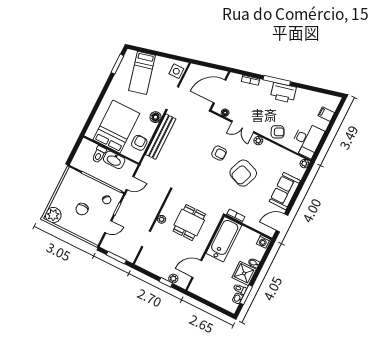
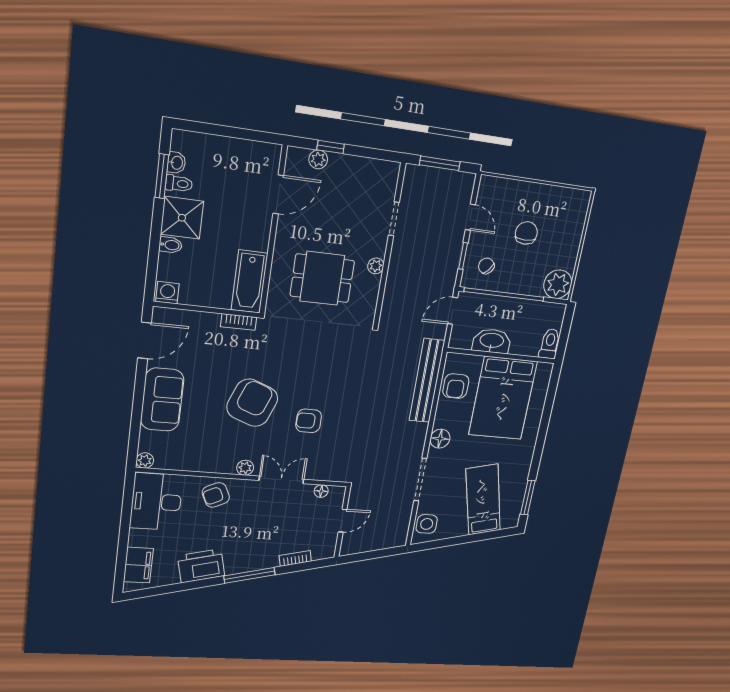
door: (220, 91) -> (343, 521), width x0.53
printer: (283, 93) -> (201, 566), moved
filing cabinet: (326, 114) -> (138, 565), width x2.00
bench: (161, 137) -> (427, 381), moved
toilet: (99, 154) -> (550, 344), moved
plant: (53, 215) -> (558, 284), moved
dining table: (189, 223) -> (322, 278), turned 90
door: (108, 227) -> (470, 217), swing flipped
bathtub: (224, 239) -> (249, 282), width x0.73, depth x0.73

